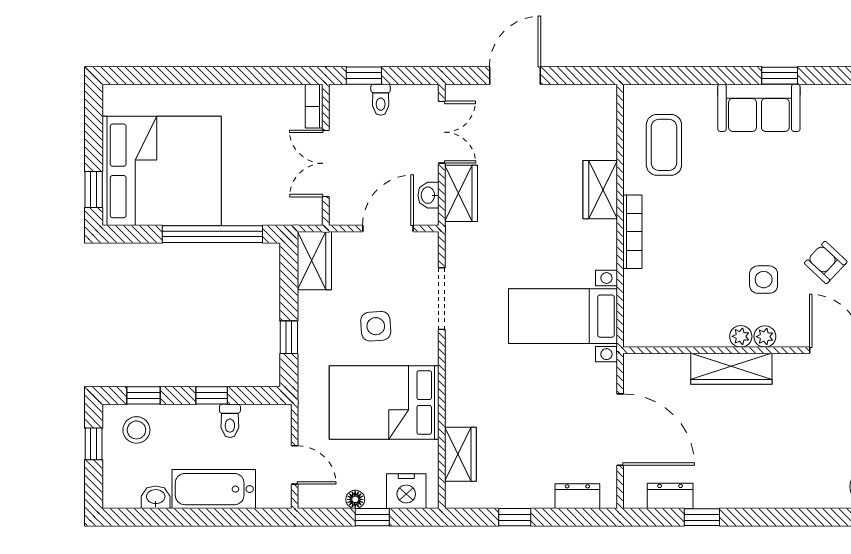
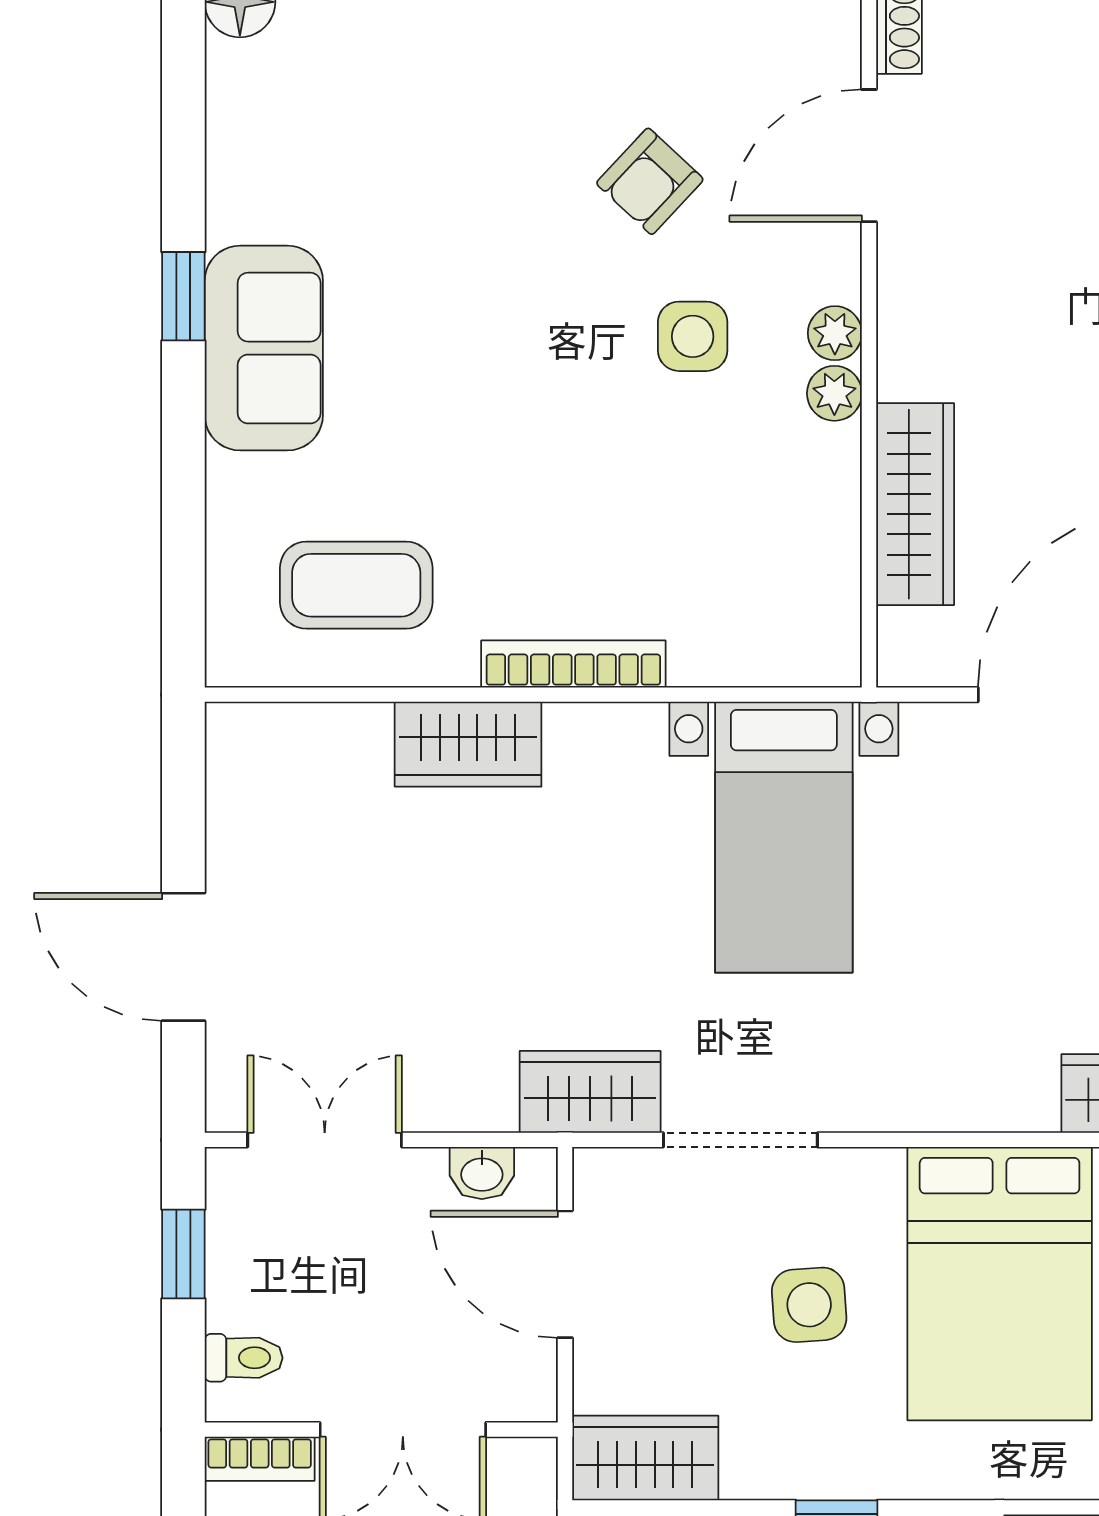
window: (364, 76) -> (183, 1254), moved
toilet: (381, 100) -> (244, 1358), moved
wardrobe: (461, 193) -> (590, 1092), moved
wardrobe: (731, 369) -> (915, 504), moved

